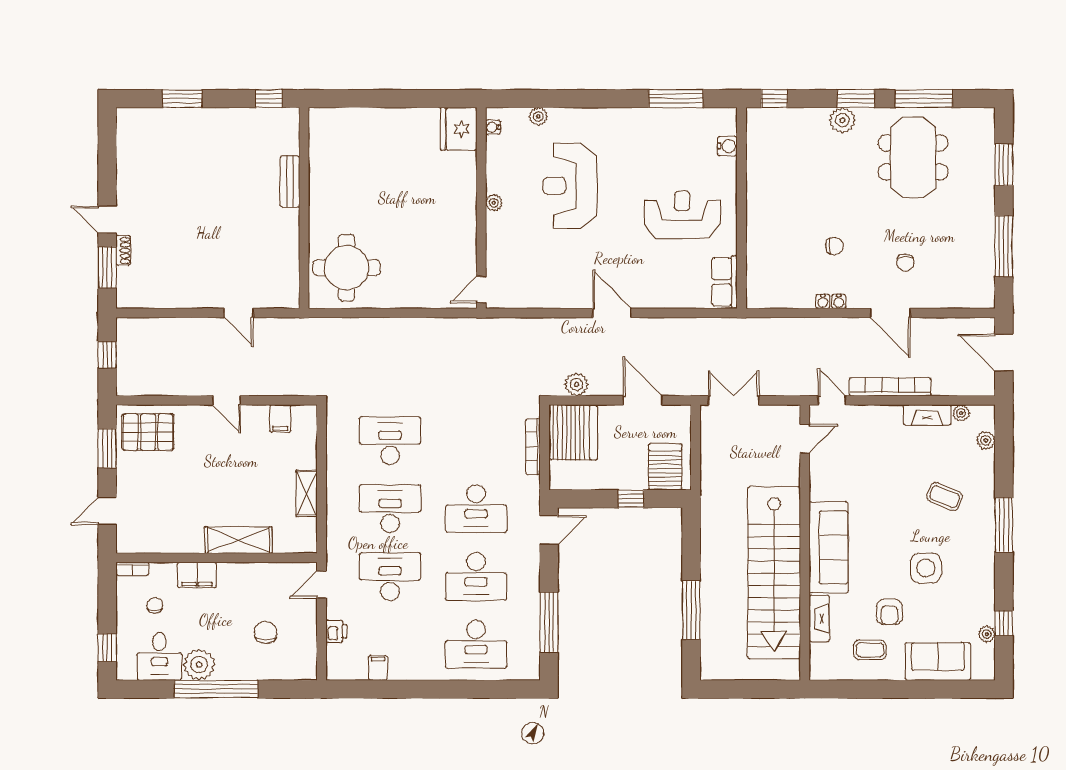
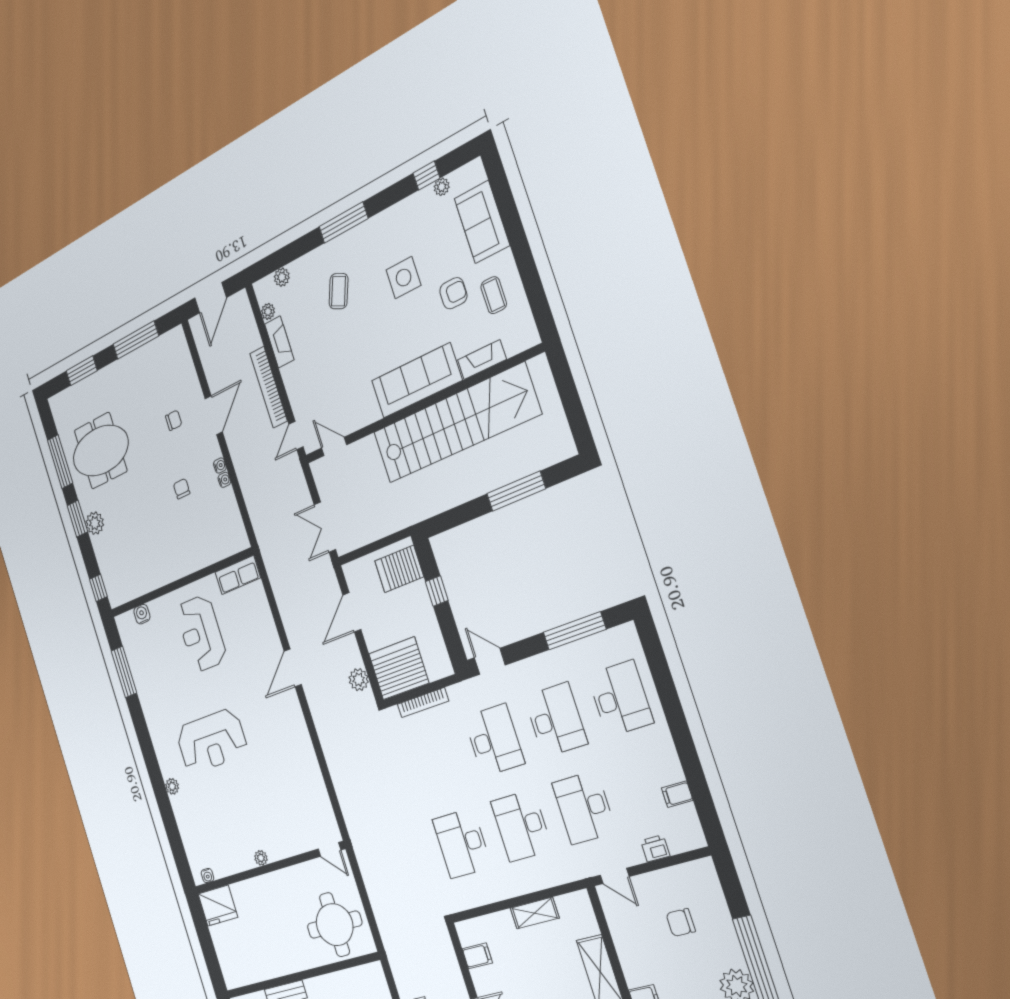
water cooler: (493, 127) -> (207, 876), moved
fridge: (459, 129) -> (218, 906), moved
plant: (494, 203) -> (261, 858), moved
wall: (481, 208) -> (268, 868), moved
door: (481, 290) -> (330, 849), moved

